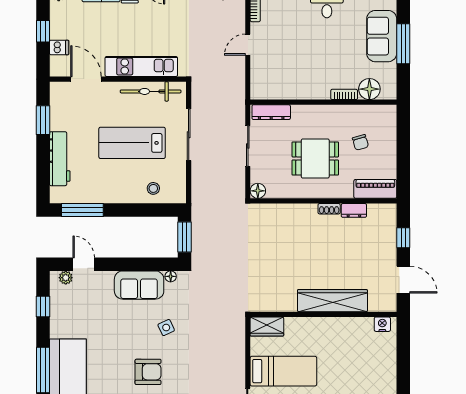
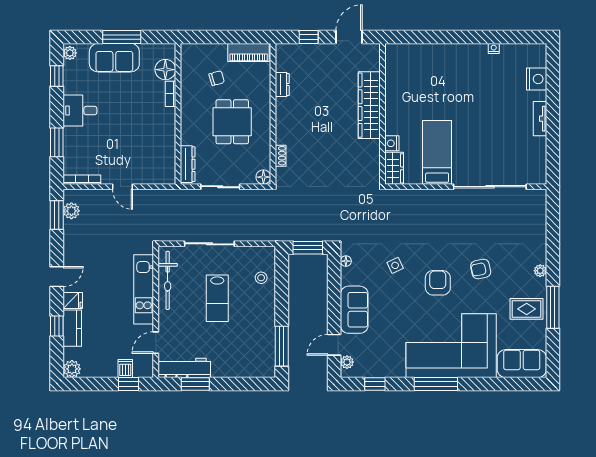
window: (43, 31) -> (128, 384), moved
door: (86, 79) -> (156, 343), width x0.73
lab bench: (132, 143) -> (217, 298), width x0.73, depth x0.72
workbench: (60, 159) -> (184, 368), moved
piano: (375, 189) -> (249, 52), moved, turned -90
shoe rack: (329, 209) -> (281, 156), moved
sofa: (139, 285) -> (354, 310), moved
nightstand: (382, 324) -> (392, 143), moved

